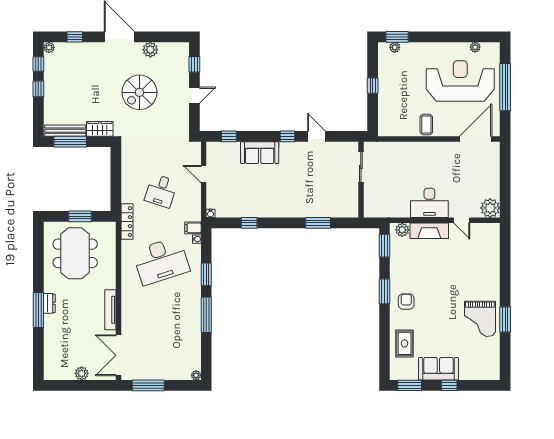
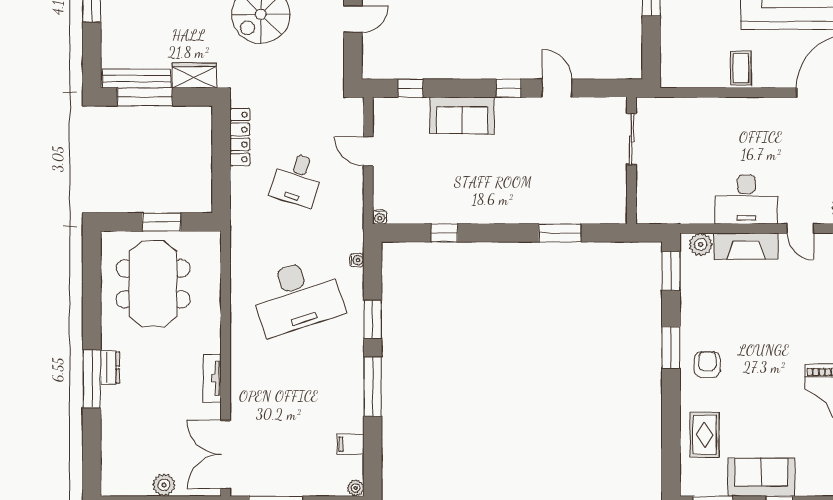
locker: (127, 222) -> (240, 137), moved
filing cabinet: (193, 228) -> (350, 444), moved
tv unit: (110, 310) -> (212, 378), width x0.71

